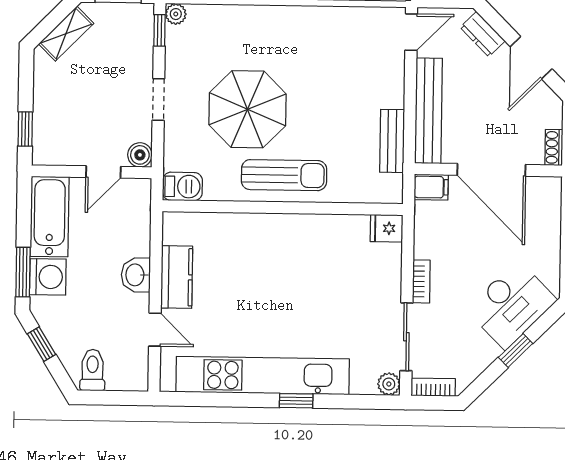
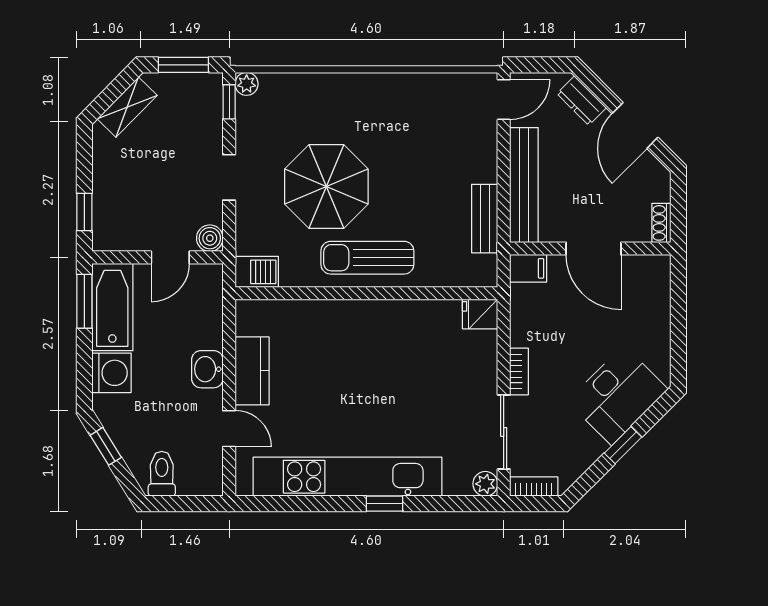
door: (491, 170) -> (594, 248), width x0.73
sun lounger: (284, 175) -> (367, 258), turned 180
window: (23, 272) -> (84, 301), moved

